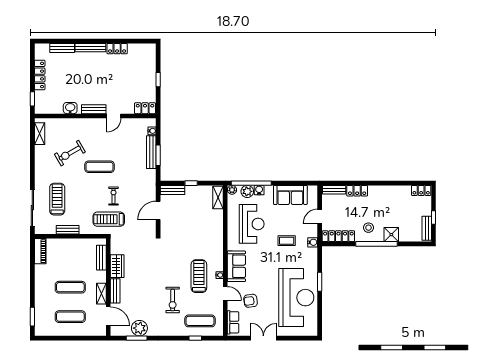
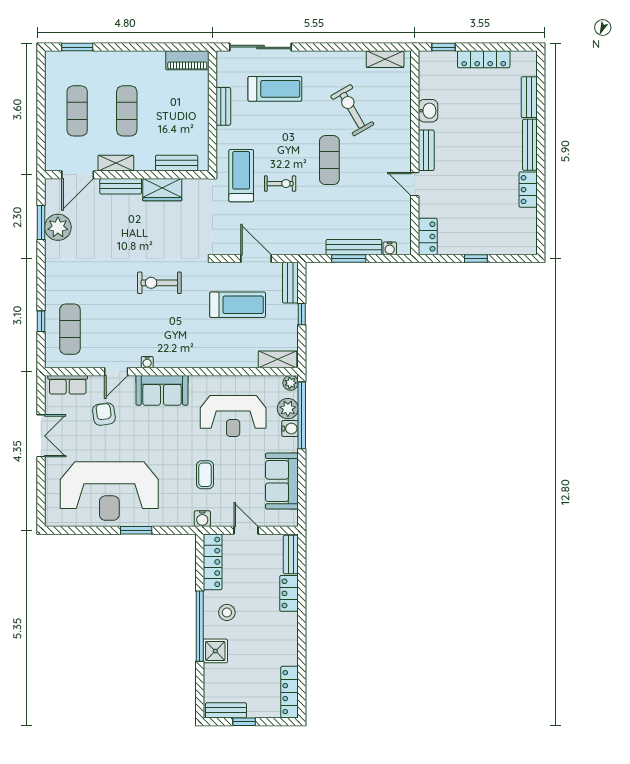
locker: (421, 190) -> (290, 692), width x1.53
treadmill: (199, 276) -> (238, 305), moved
exercise bike: (173, 300) -> (159, 283), moved

